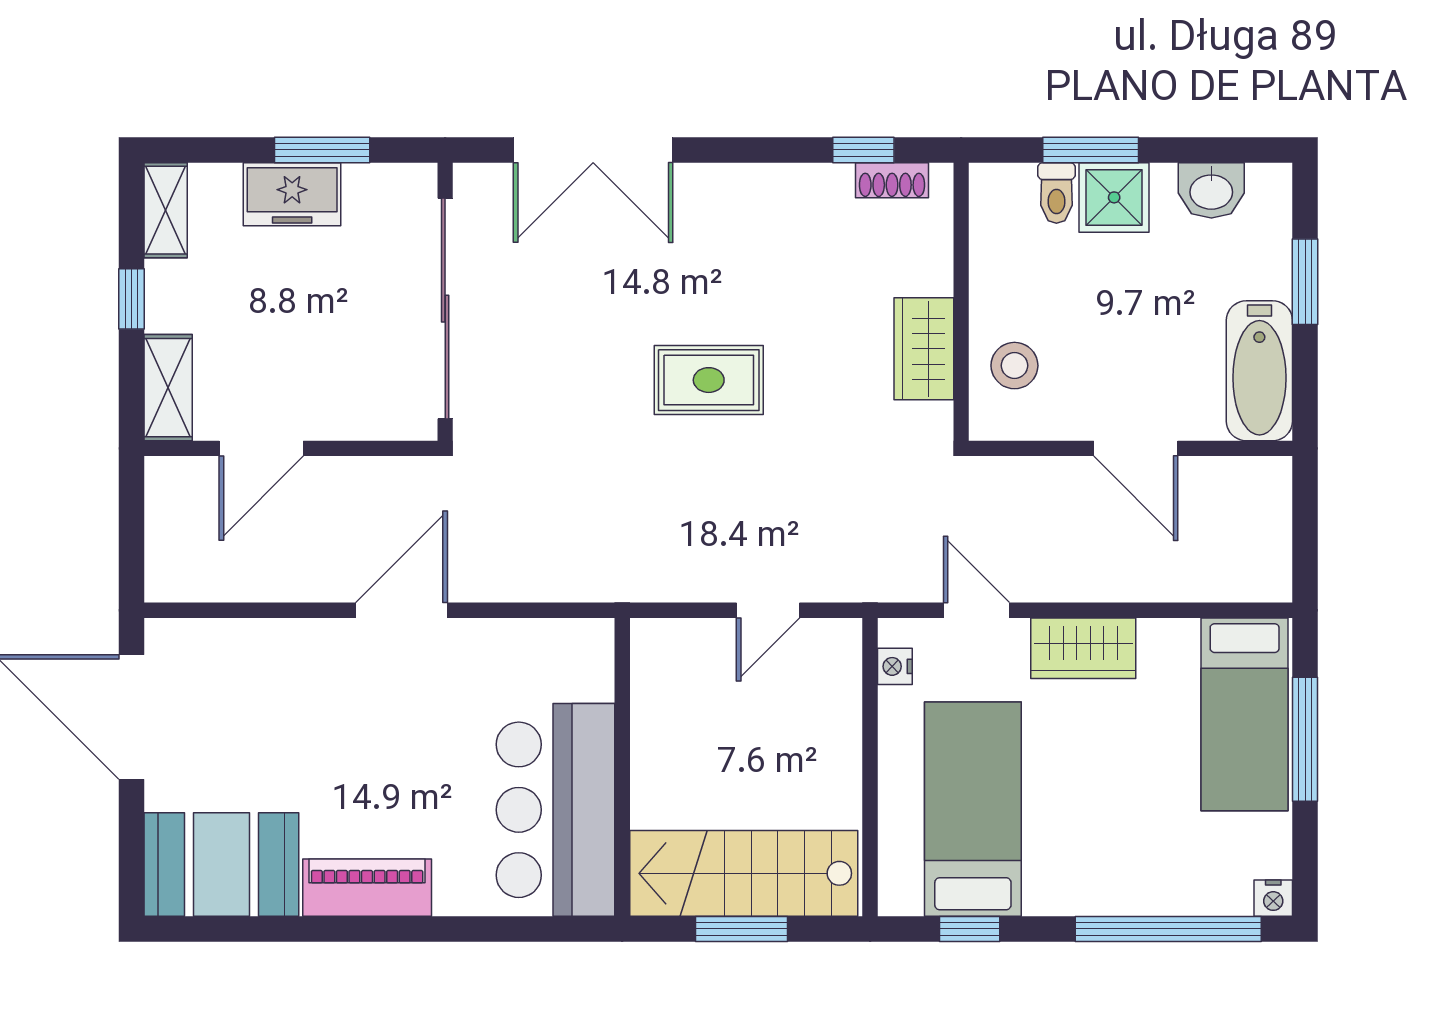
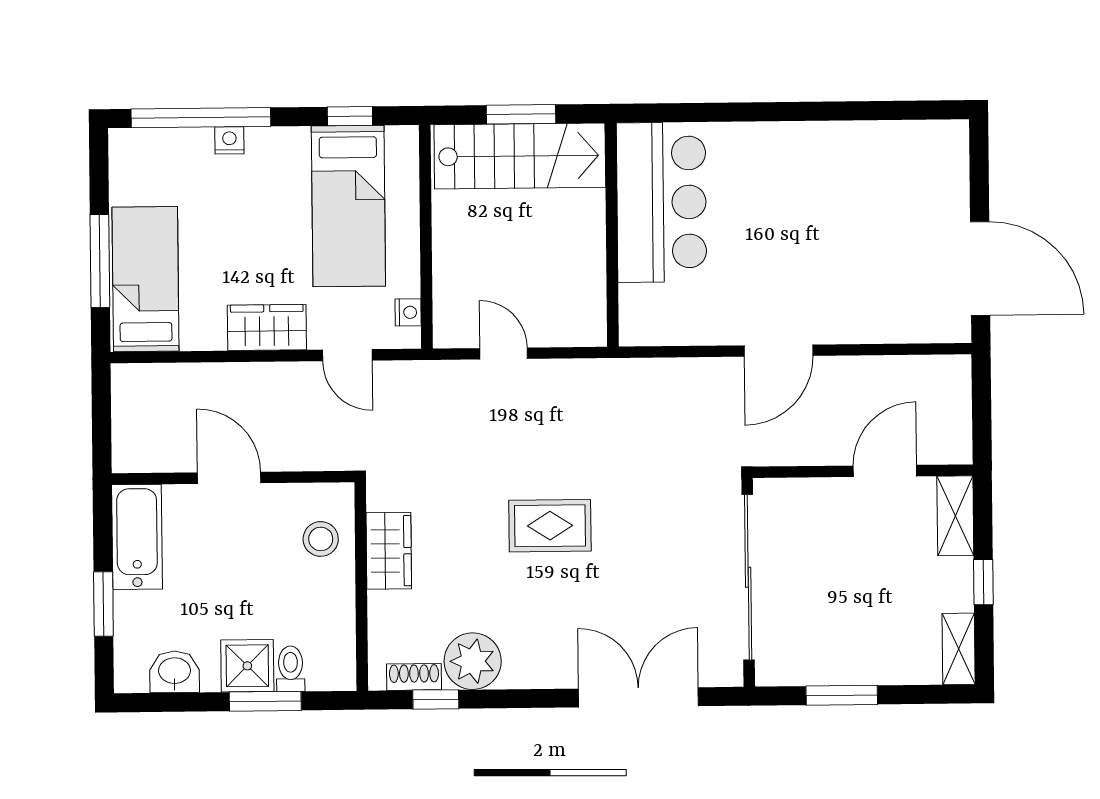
freezer: (292, 194) -> (864, 662), removed
plant: (814, 200) -> (473, 661), added
door: (768, 610) -> (504, 354), hinge flipped
booth: (221, 864) -> (912, 159), removed
piano: (367, 888) -> (802, 142), removed
nightstand: (1273, 898) -> (229, 140), moved

